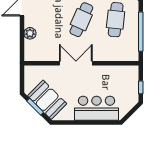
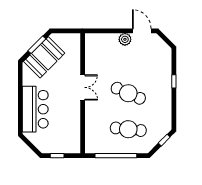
plant: (30, 33) -> (125, 39), moved
double door: (76, 63) -> (83, 87), width x0.73

